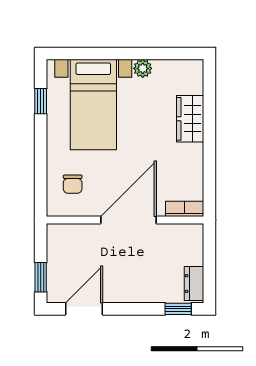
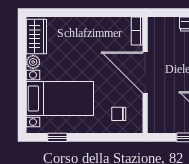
wardrobe: (190, 119) -> (36, 36), moved, turned -90
chair: (73, 184) -> (119, 114), turned 180

